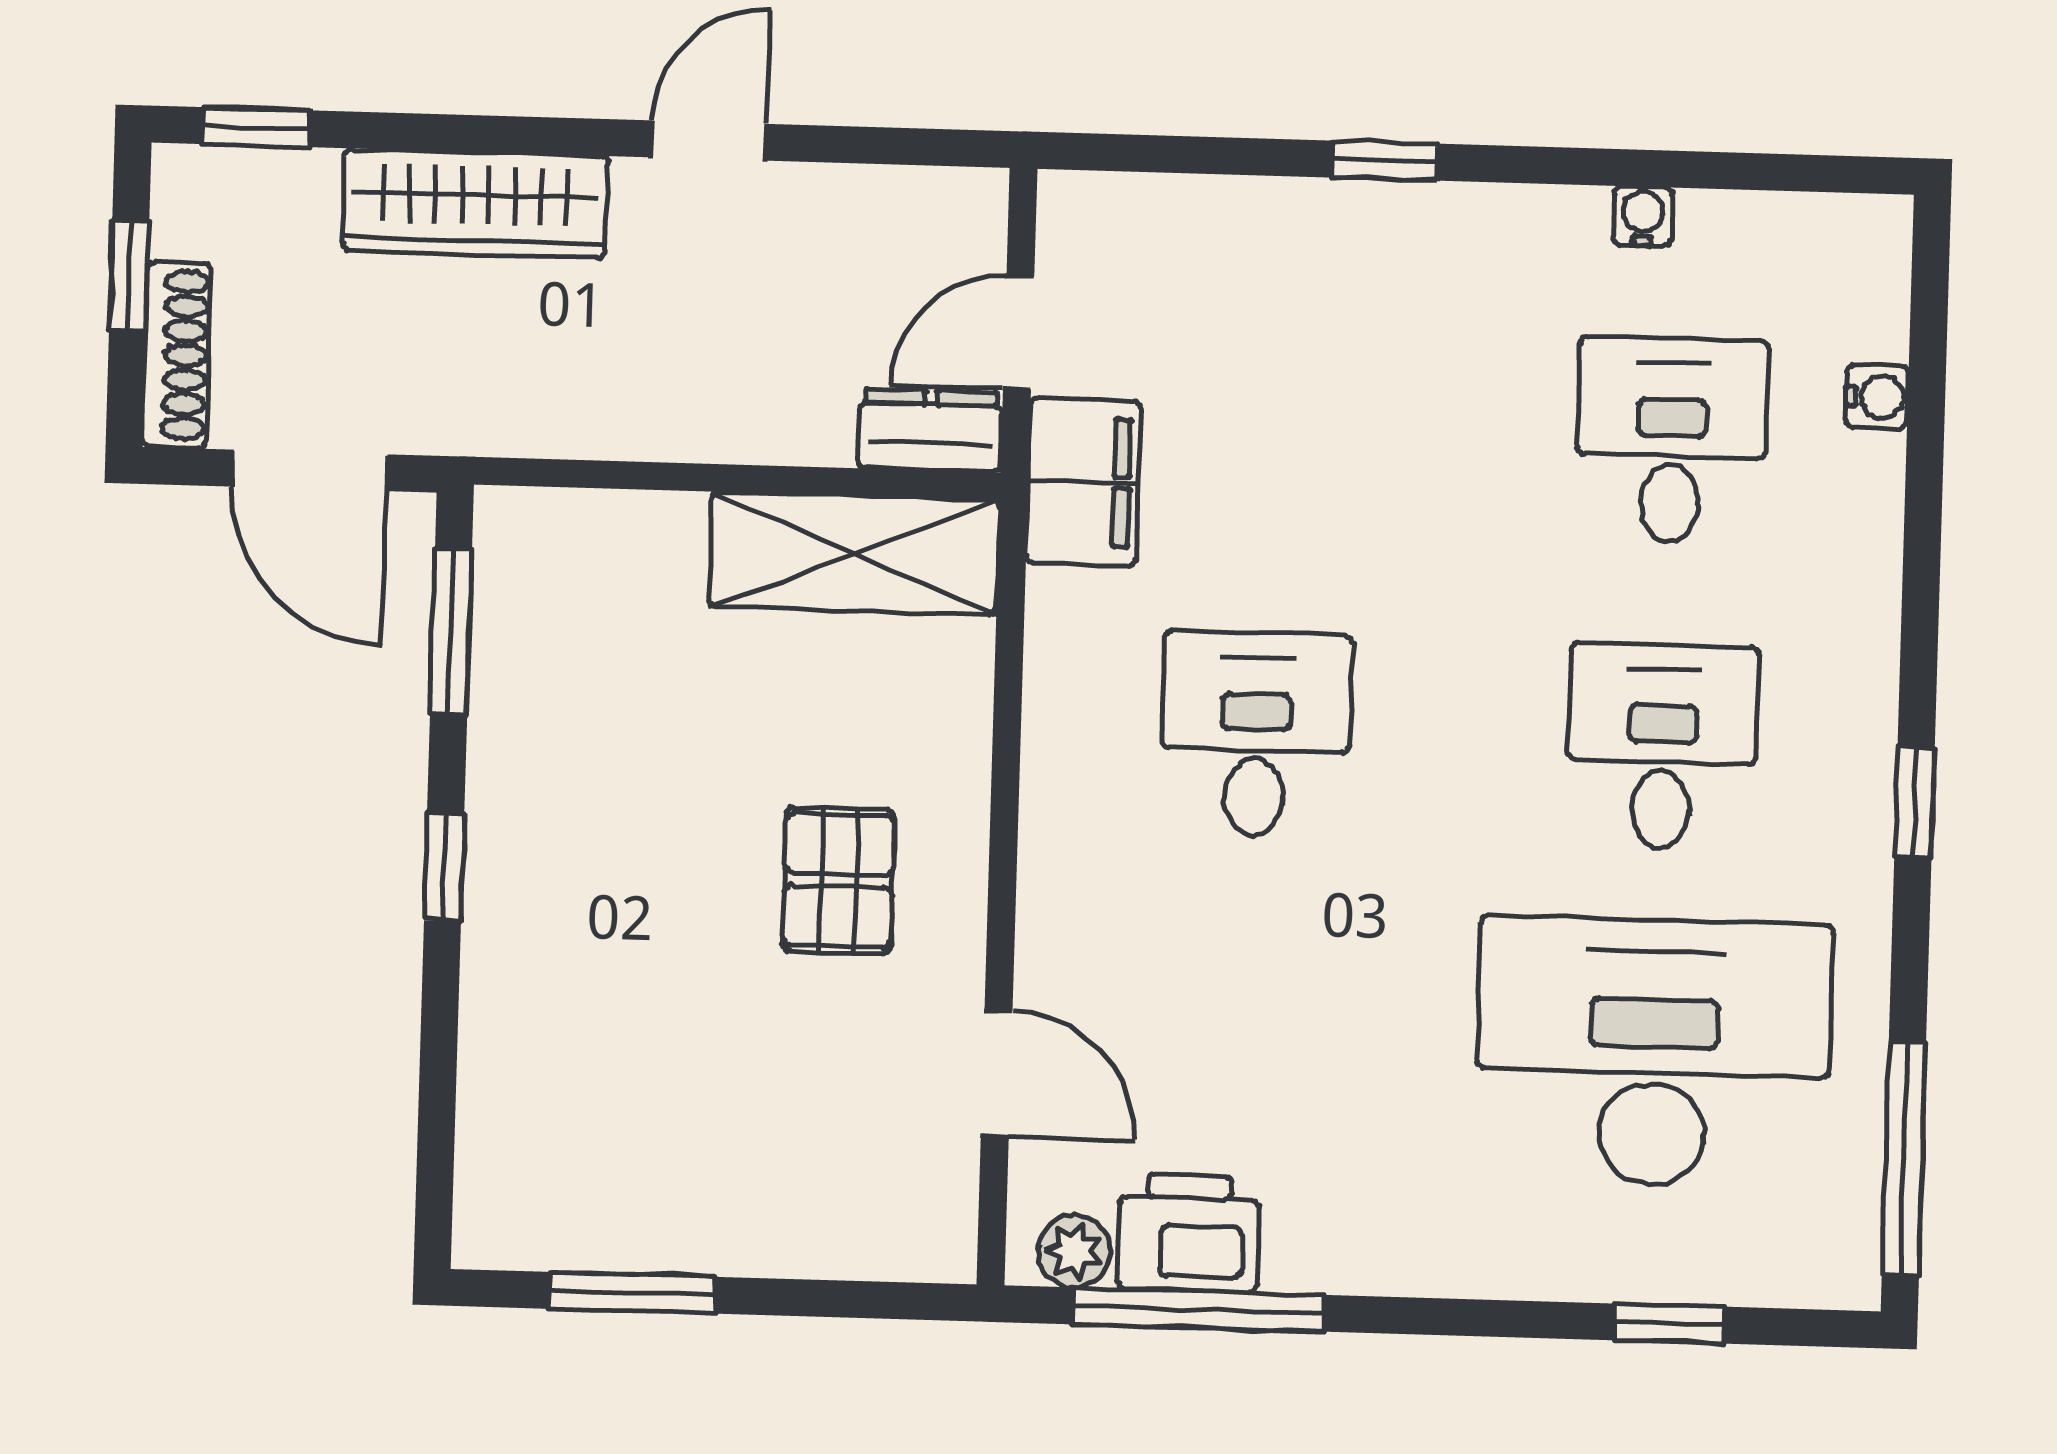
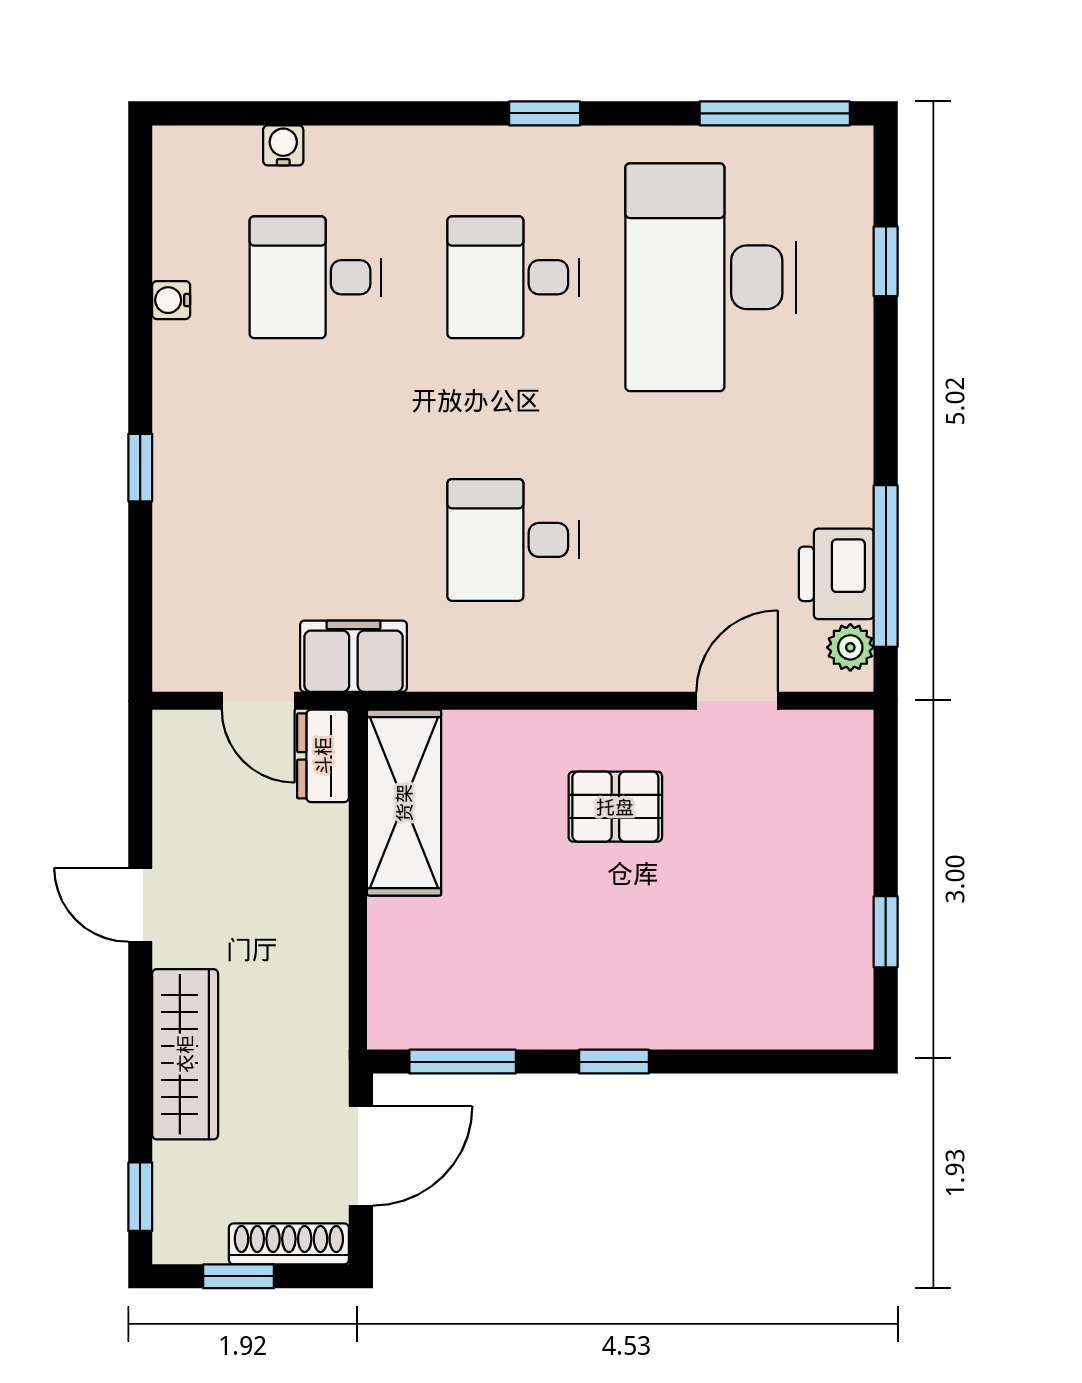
window: (633, 1293) -> (886, 932), width x0.67

